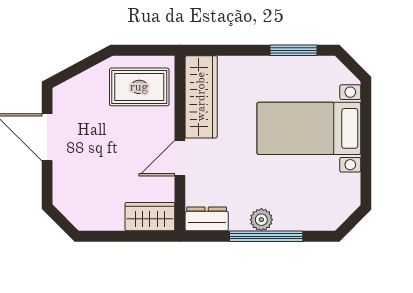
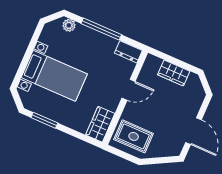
wardrobe: (201, 97) -> (100, 124), width x0.67
wardrobe: (150, 217) -> (174, 73), moved
plant: (261, 220) -> (69, 25), moved

